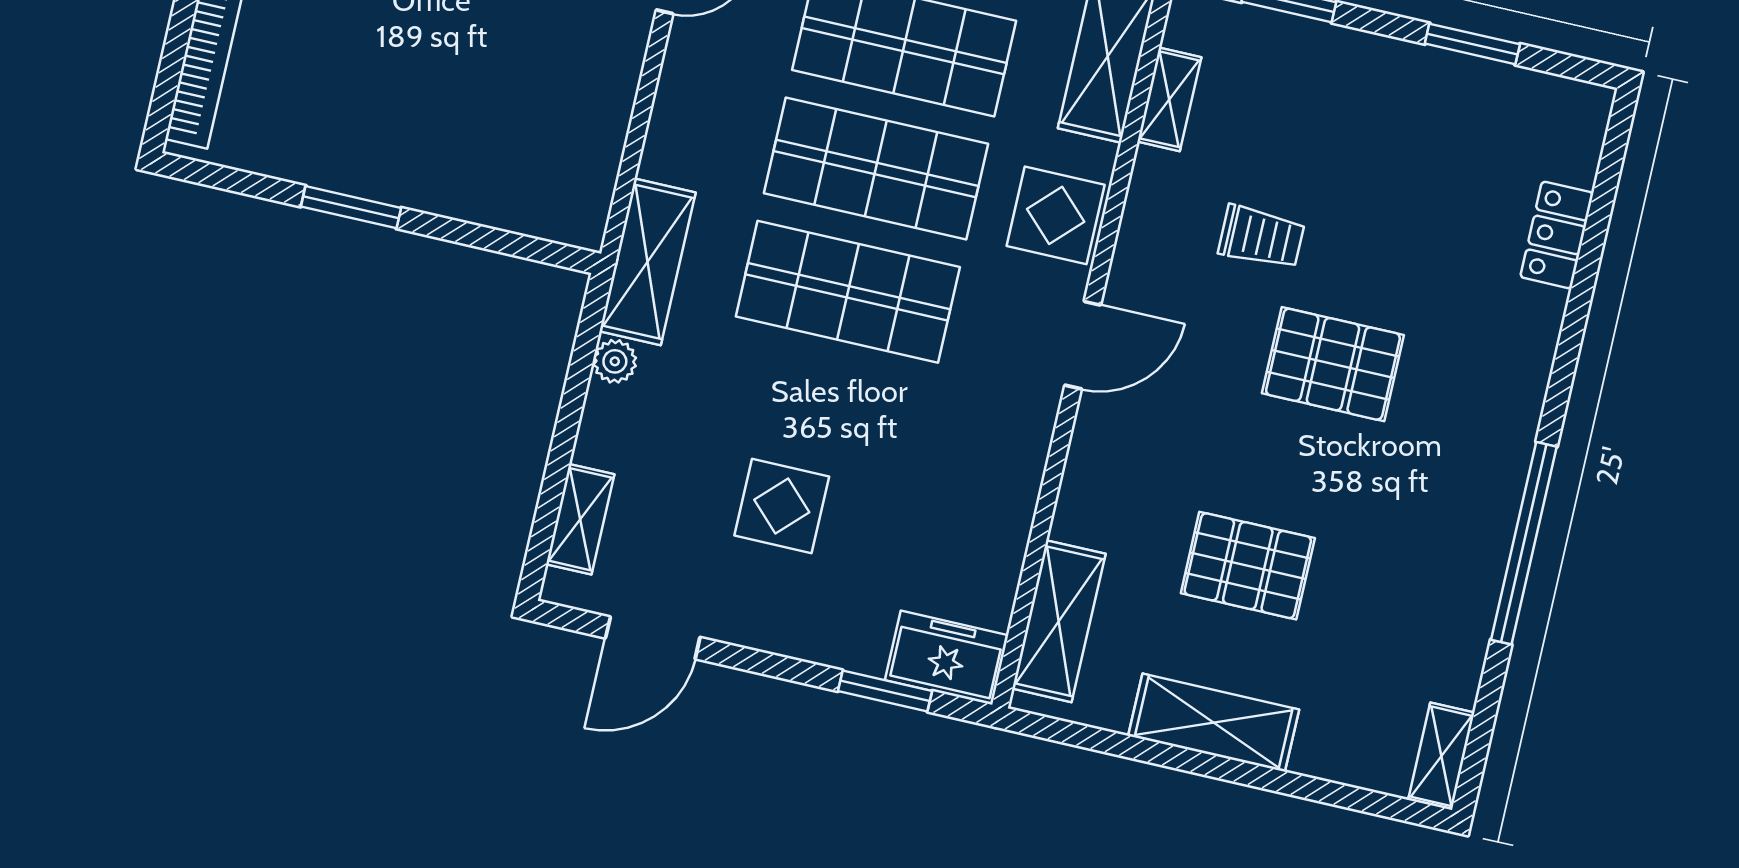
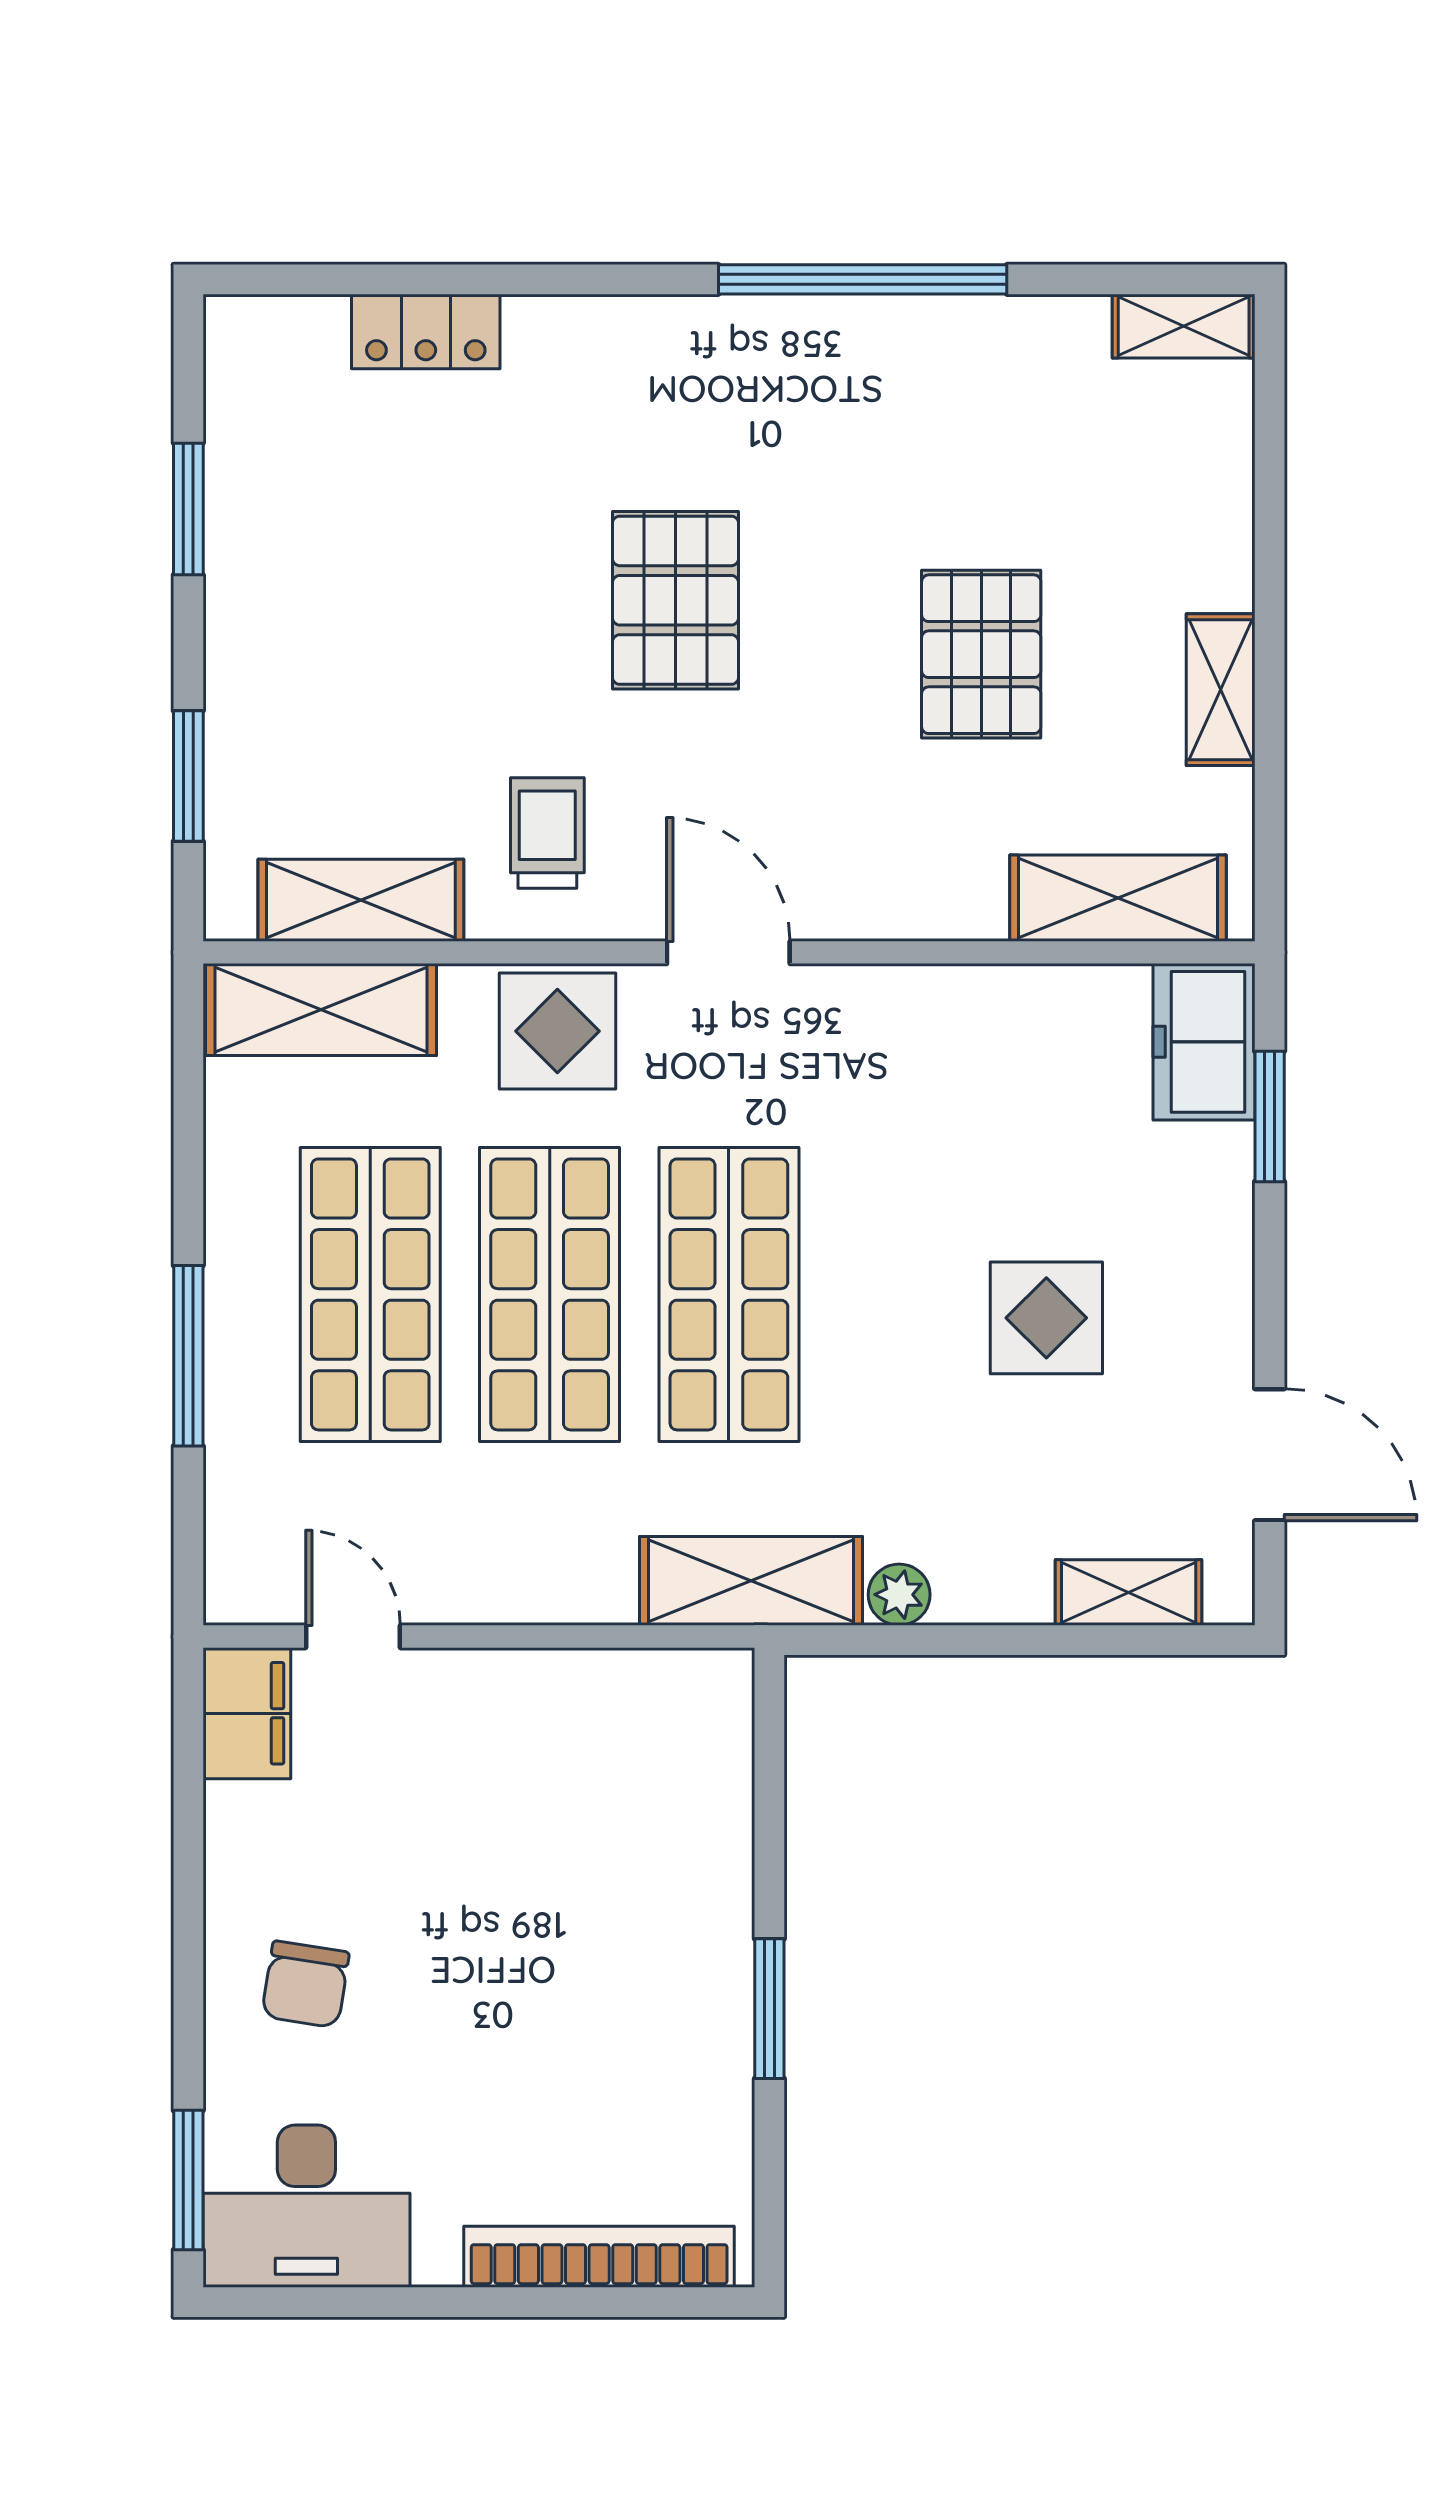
shelving: (1169, 99) -> (361, 900), width x1.50, depth x1.33
trolley: (1261, 237) -> (547, 833), moved
shelving: (1214, 723) -> (1221, 690), width x0.67, depth x0.75

